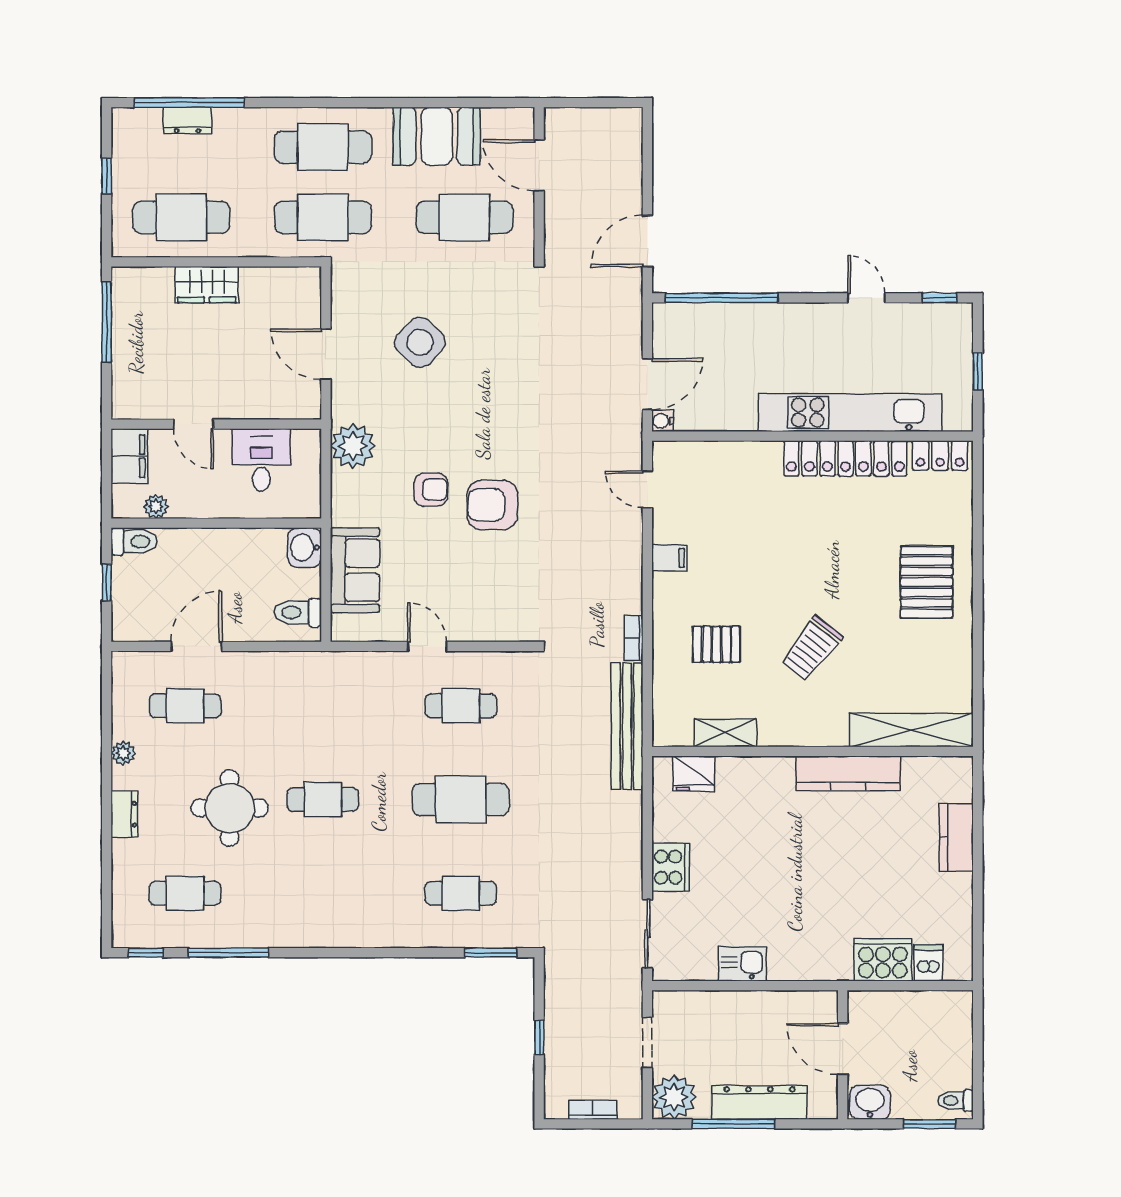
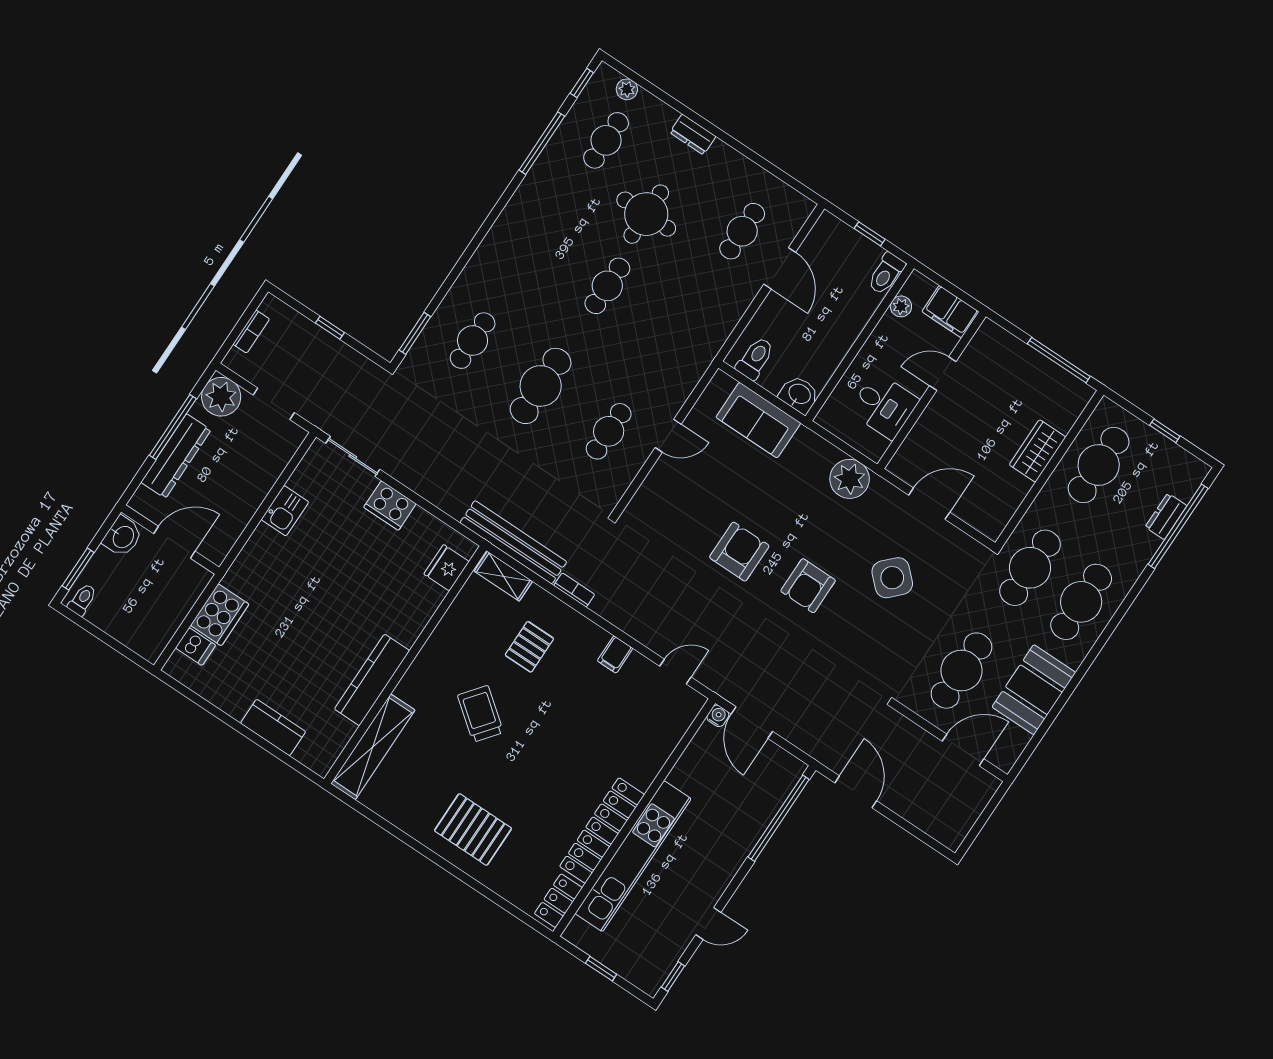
armchair: (431, 489) -> (808, 586), moved, width x1.38, depth x1.38
shelving: (725, 733) -> (503, 576), moved, turned 90
plant: (123, 753) -> (627, 89), moved

